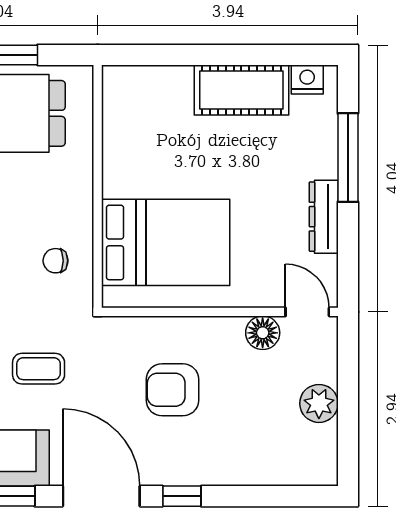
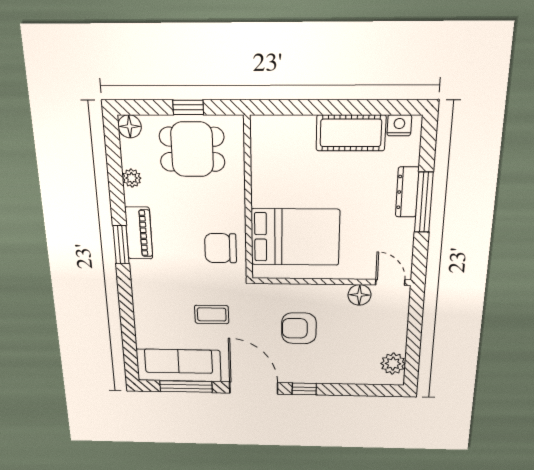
window: (348, 158) -> (424, 202), moved
dresser: (324, 217) -> (407, 192), moved
chair: (55, 261) -> (221, 248), width x1.87, depth x1.87
plant: (319, 403) -> (393, 364), moved

